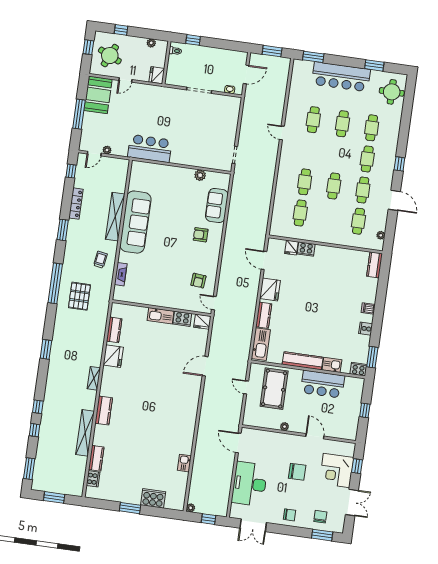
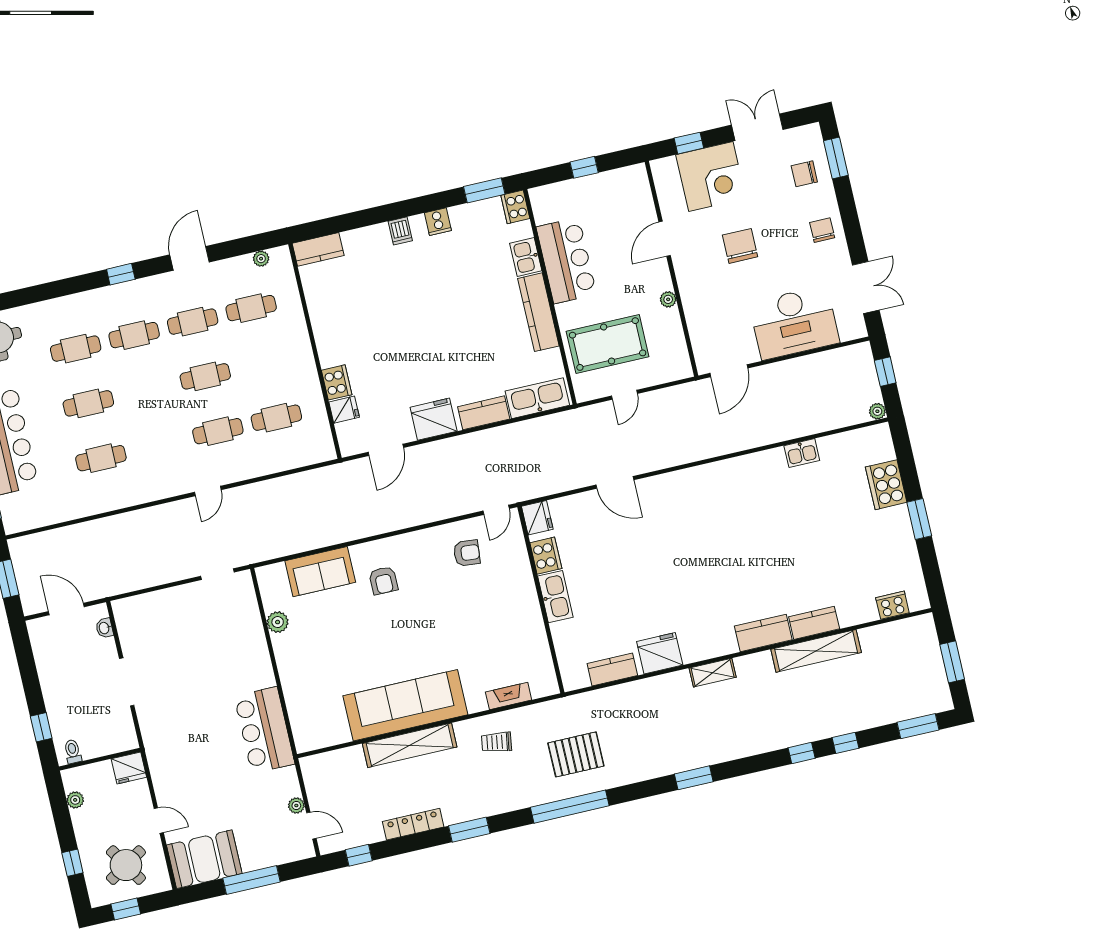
round table: (110, 56) -> (126, 865), turned 33
door: (282, 133) -> (208, 491), moved
kitchen counter: (96, 458) -> (814, 623), moved

